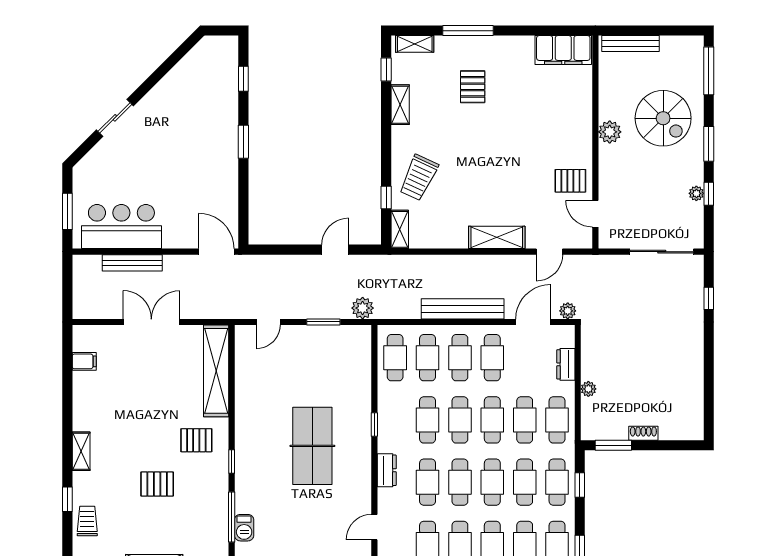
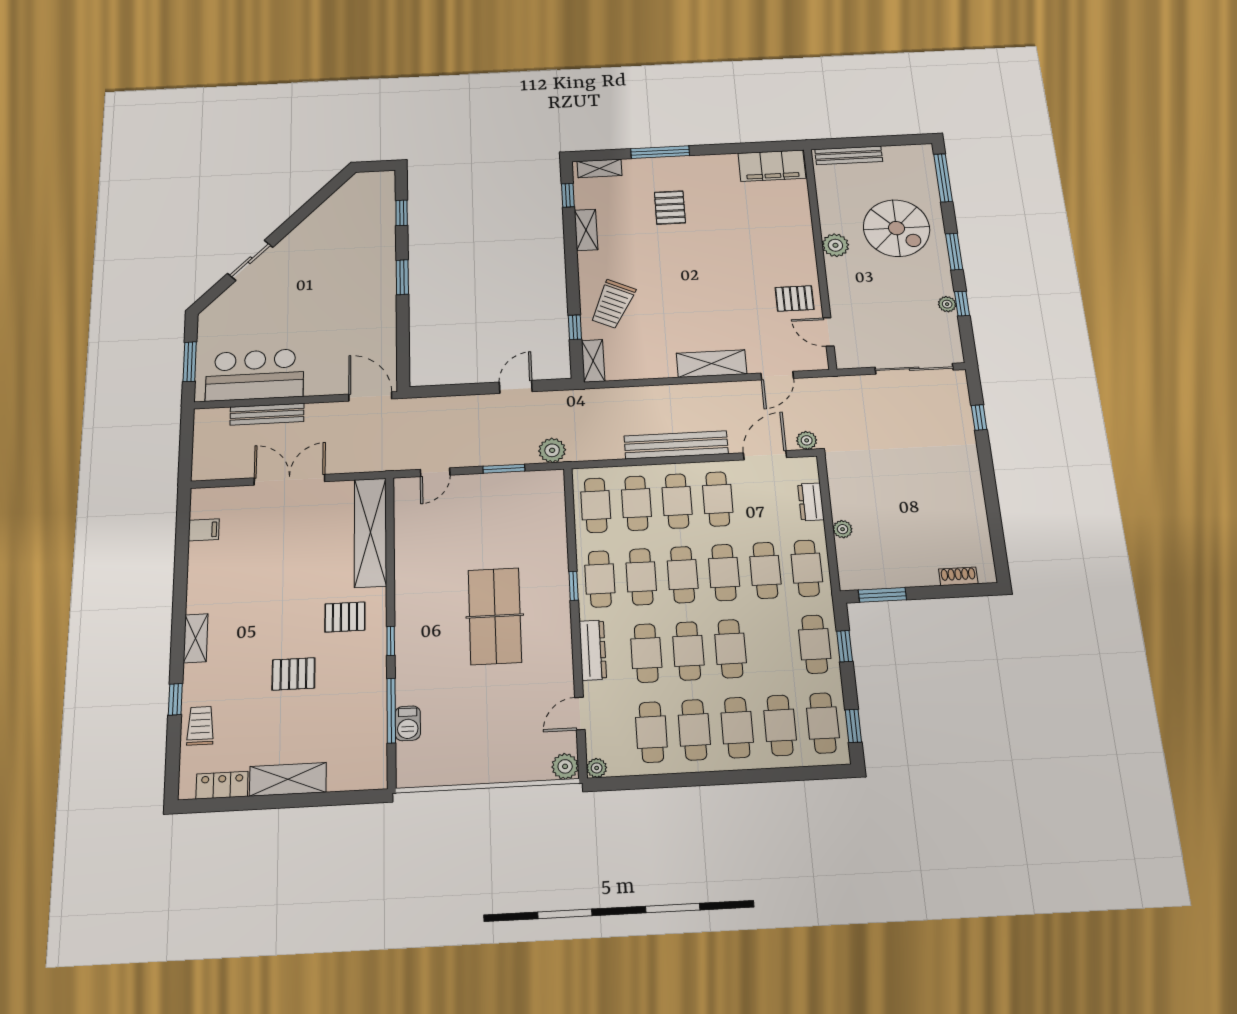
shoe rack: (643, 433) -> (958, 576), moved
dresser: (387, 470) -> (593, 650), width x1.44
cafe table: (525, 482) -> (600, 579), moved

